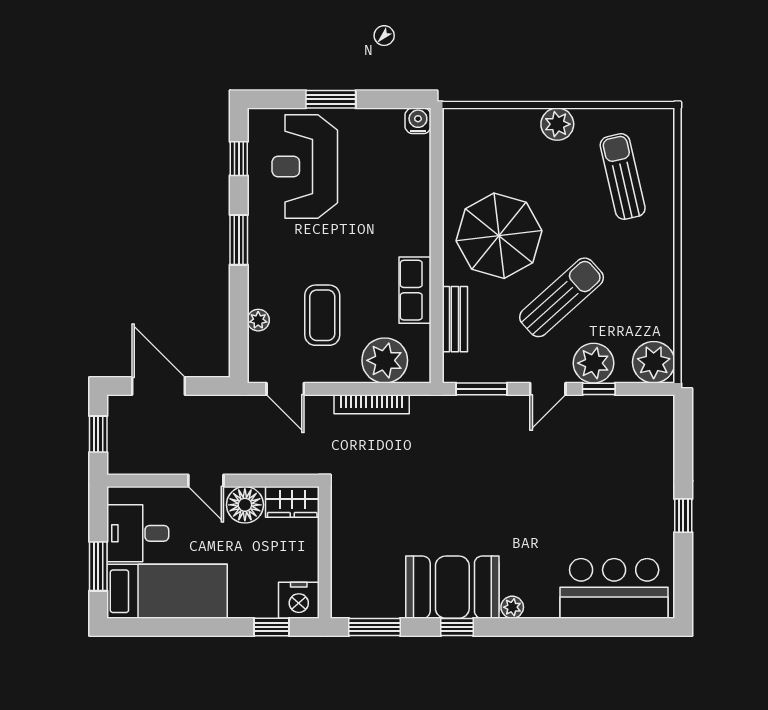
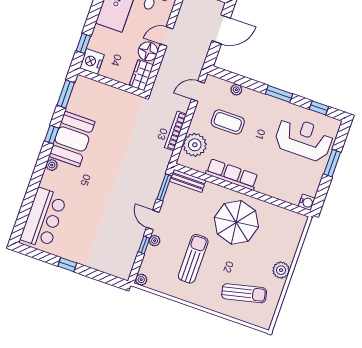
row of seats: (415, 290) -> (232, 174), width x1.48
sun lounger: (561, 297) -> (193, 259), moved, turned -138
bench: (455, 319) -> (188, 181), moved
plant: (654, 362) -> (141, 280), width x0.53, depth x0.53
plant: (593, 363) -> (155, 241), width x0.53, depth x0.53

